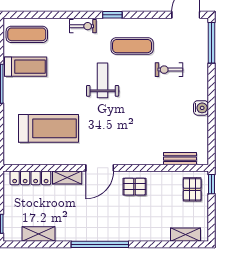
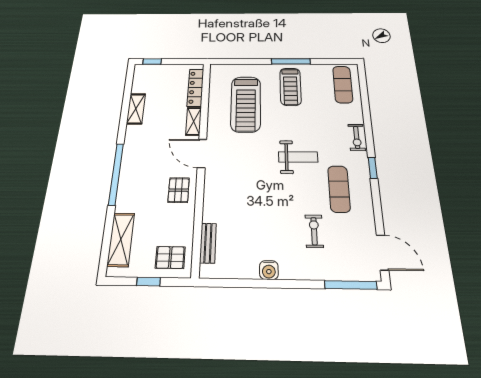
treadmill: (26, 67) -> (290, 87), moved
window: (211, 184) -> (149, 282), moved
shelving: (38, 234) -> (136, 109), moved
shelving: (185, 235) -> (121, 239), width x1.50, depth x1.33
window: (100, 244) -> (116, 174), moved

